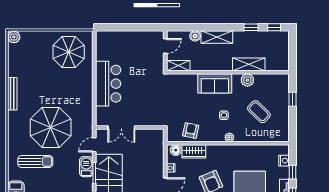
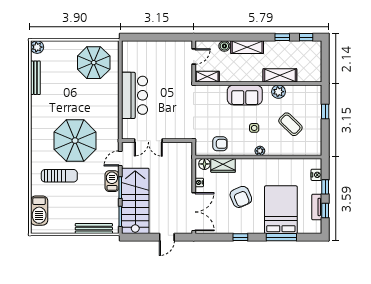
bench: (12, 94) -> (35, 78), moved
armchair: (191, 131) -> (220, 144), turned 78

